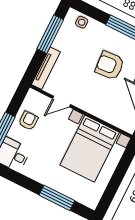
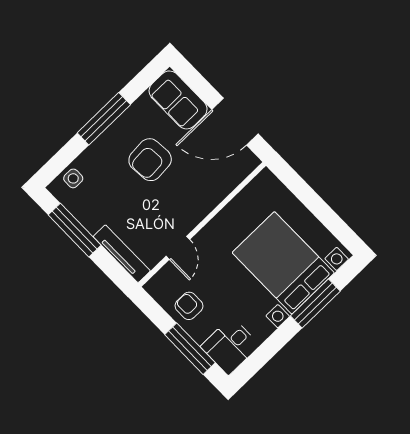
bed with nightstands: (90, 149) -> (283, 263), moved, turned 180

